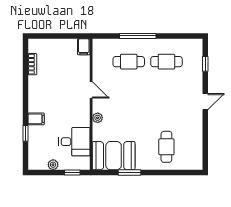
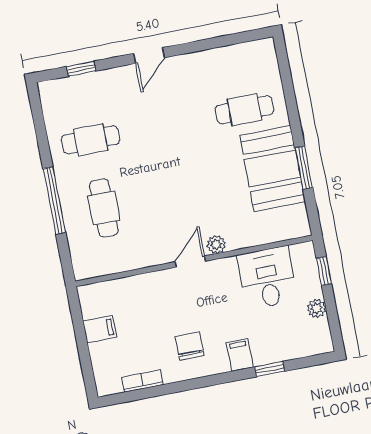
filing cabinet: (84, 47) -> (100, 329), moved
cafe table: (166, 62) -> (91, 140), turned 90
door: (91, 90) -> (190, 262), moved
chair: (46, 93) -> (190, 346), added
door: (205, 102) -> (149, 56), swing flipped
booth: (114, 156) -> (272, 168), moved

